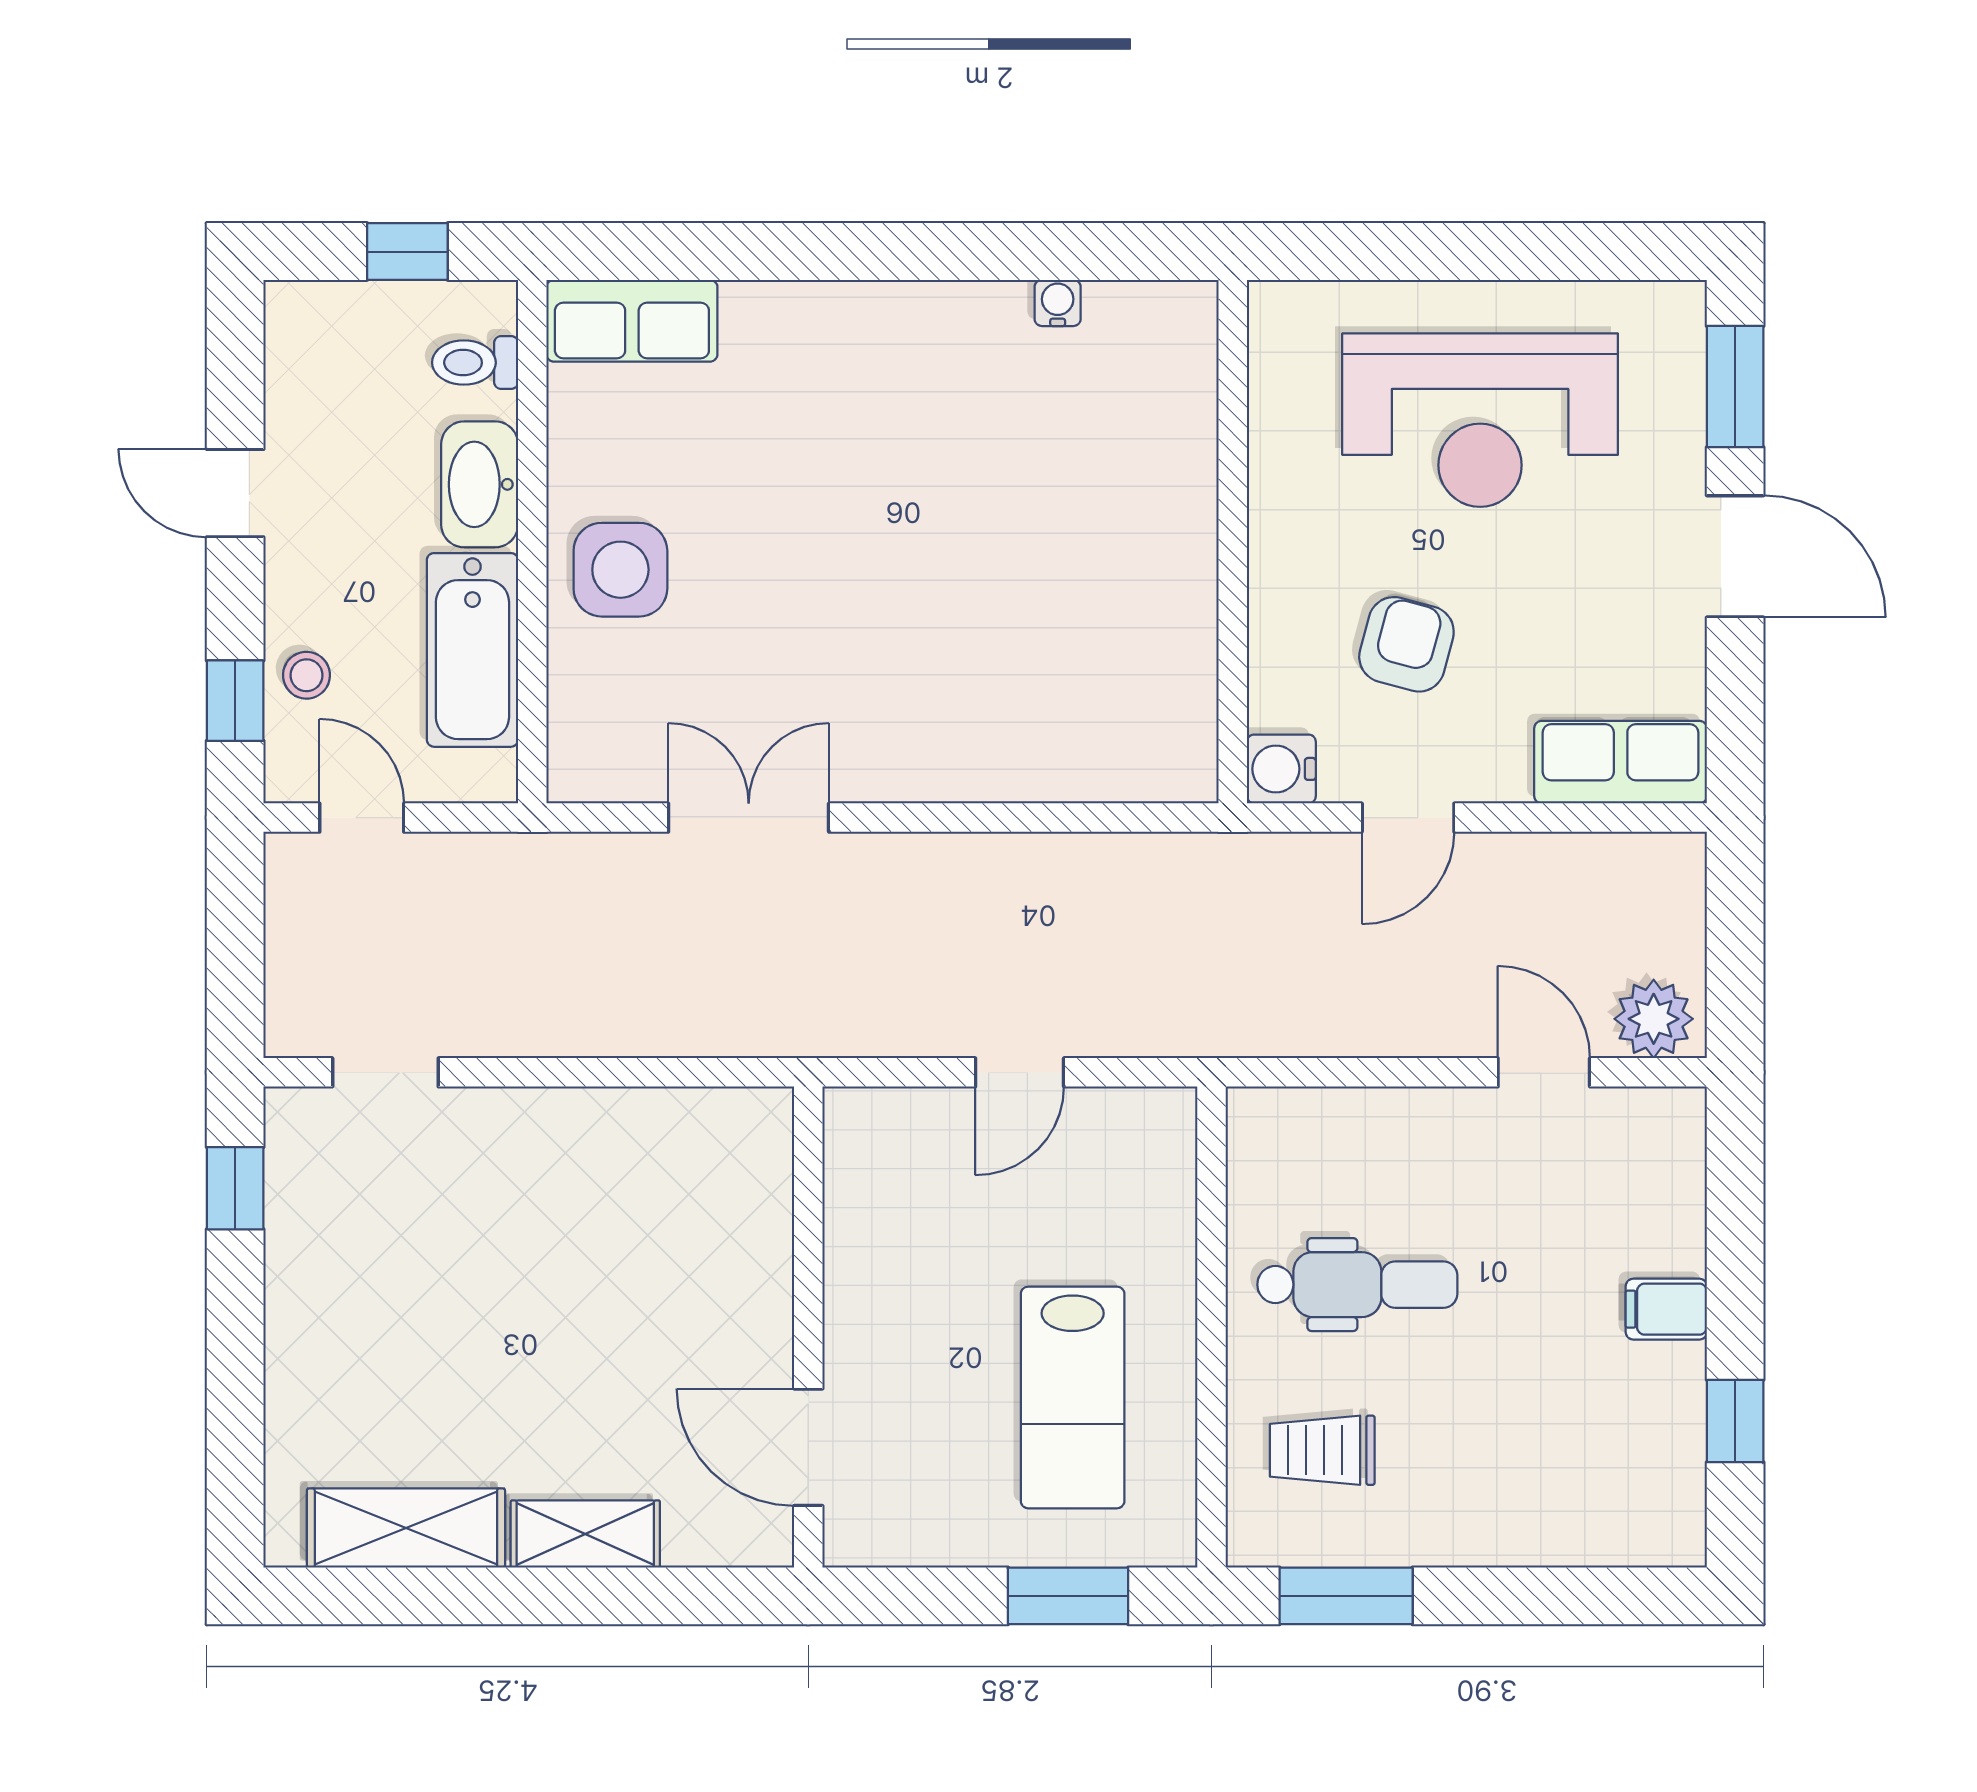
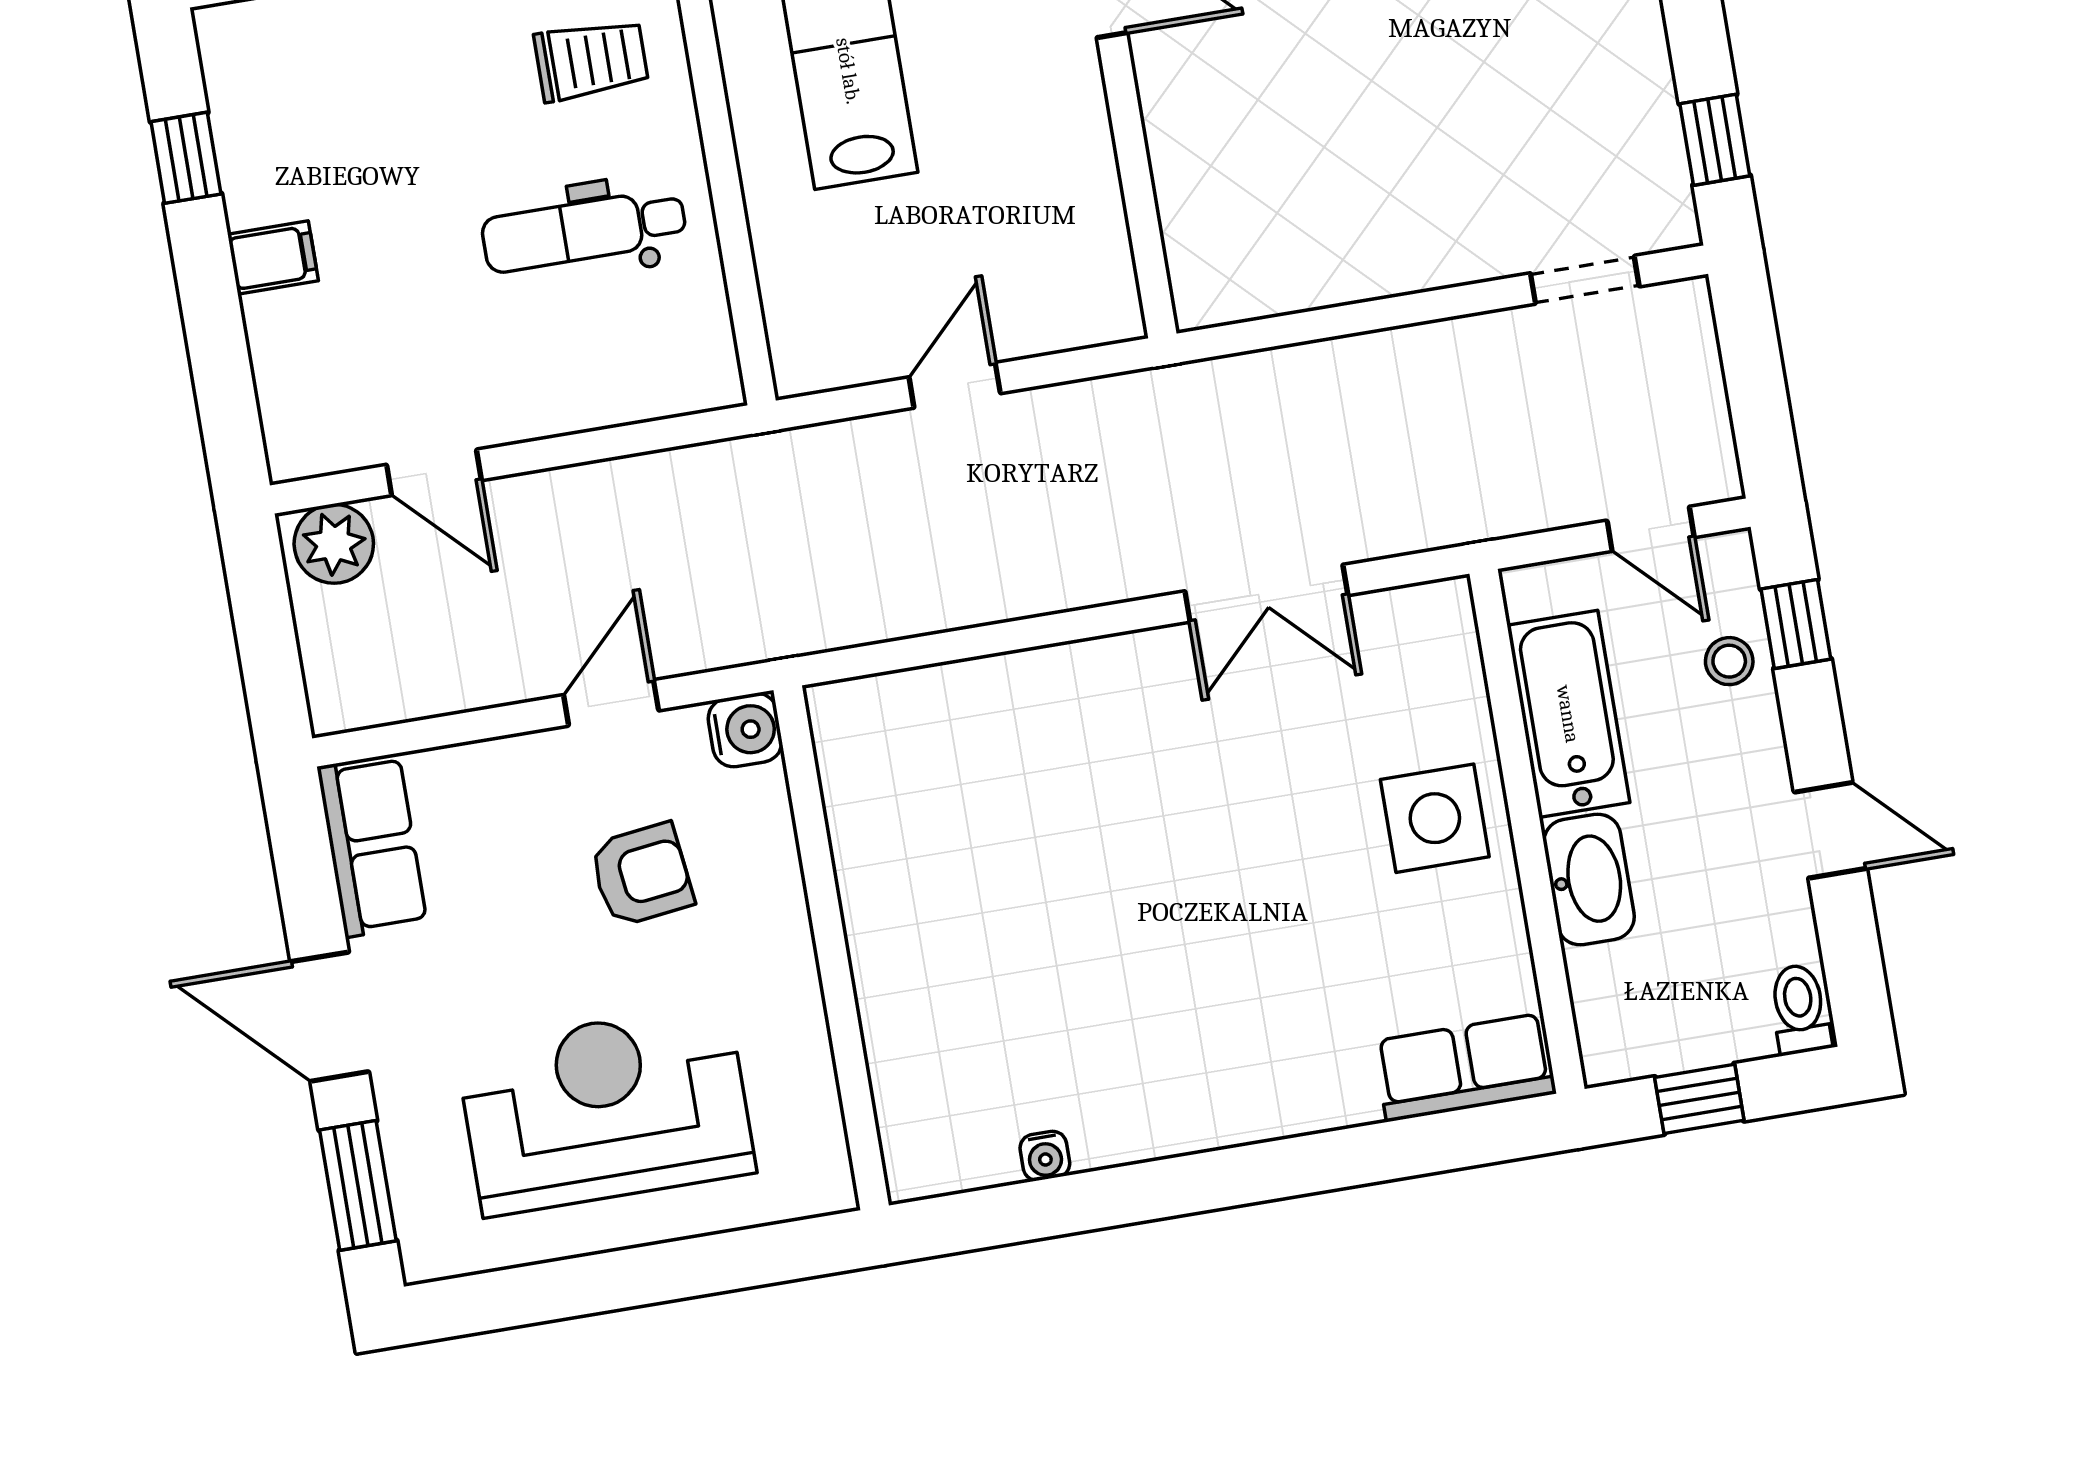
toilet: (475, 363) -> (1800, 1009), moved, turned -90
armchair: (1406, 644) -> (642, 875), turned -112
row of seats: (1621, 762) -> (372, 845), moved, turned -90

